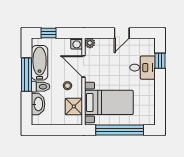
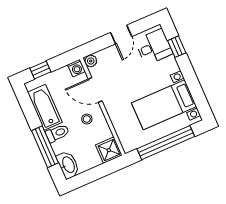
desk: (142, 68) -> (154, 47), moved
window: (26, 75) -> (45, 147), moved
bed with nightstands: (109, 102) -> (164, 105), moved, turned 180
washbasin: (38, 104) -> (68, 165), moved
shower: (74, 106) -> (109, 150), moved

